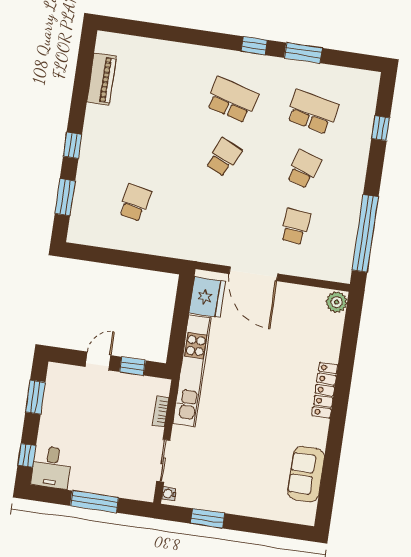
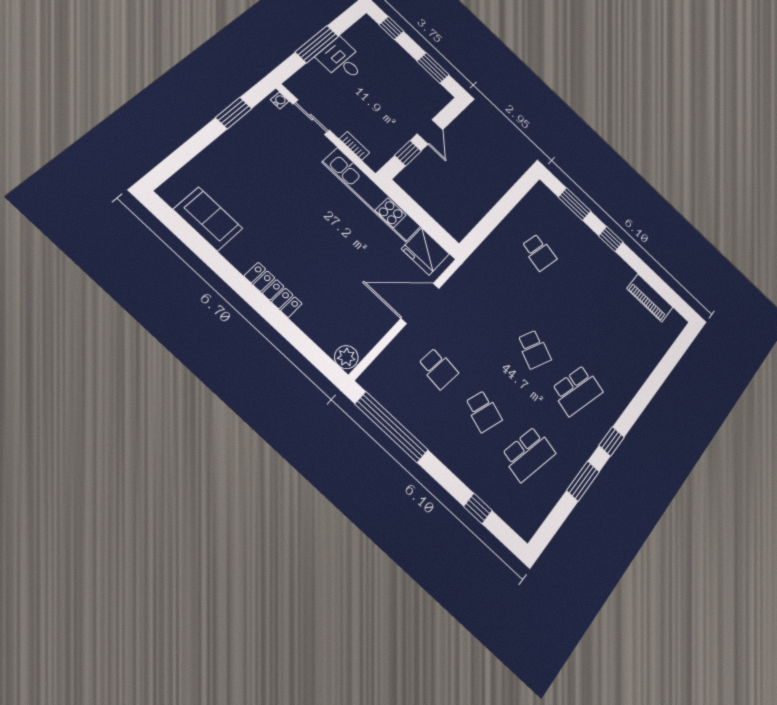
desk: (51, 467) -> (342, 60), moved

